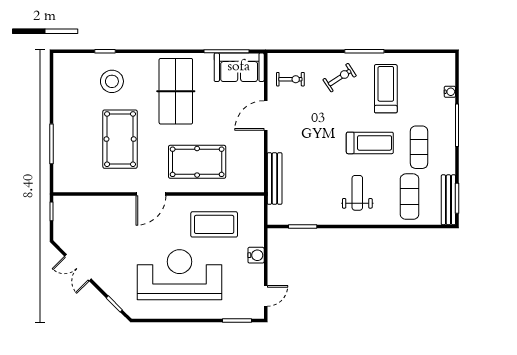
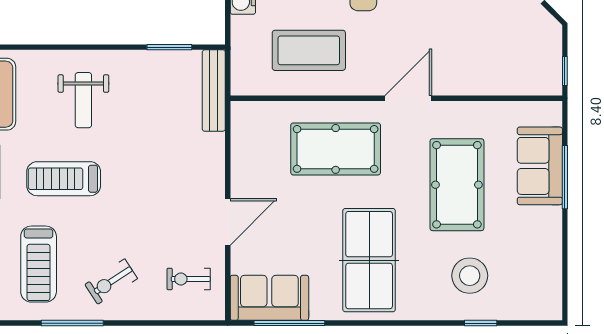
sofa: (67, 151) -> (540, 166), added
bench: (275, 179) -> (214, 91), moved

